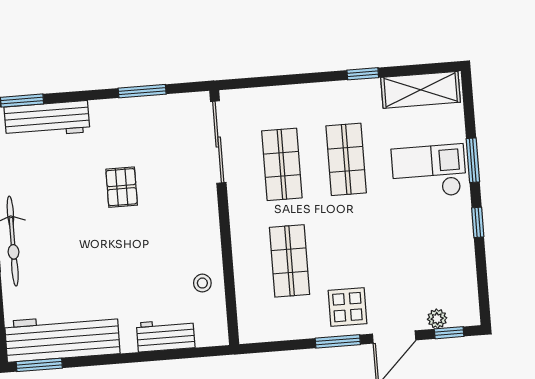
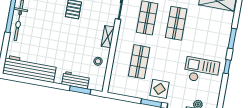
checkout: (429, 172) -> (202, 71), moved
shelving: (209, 226) -> (108, 37), added
window: (39, 365) -> (80, 90), moved

